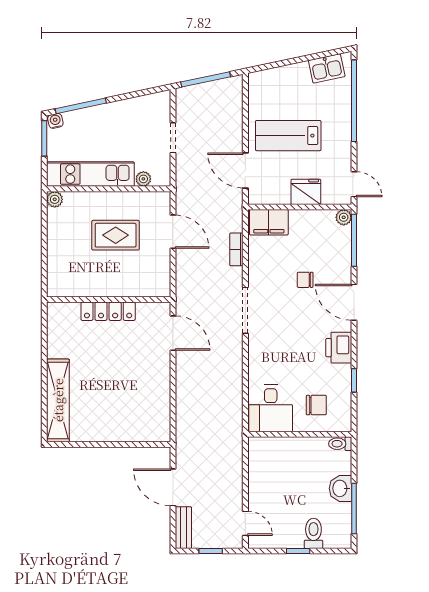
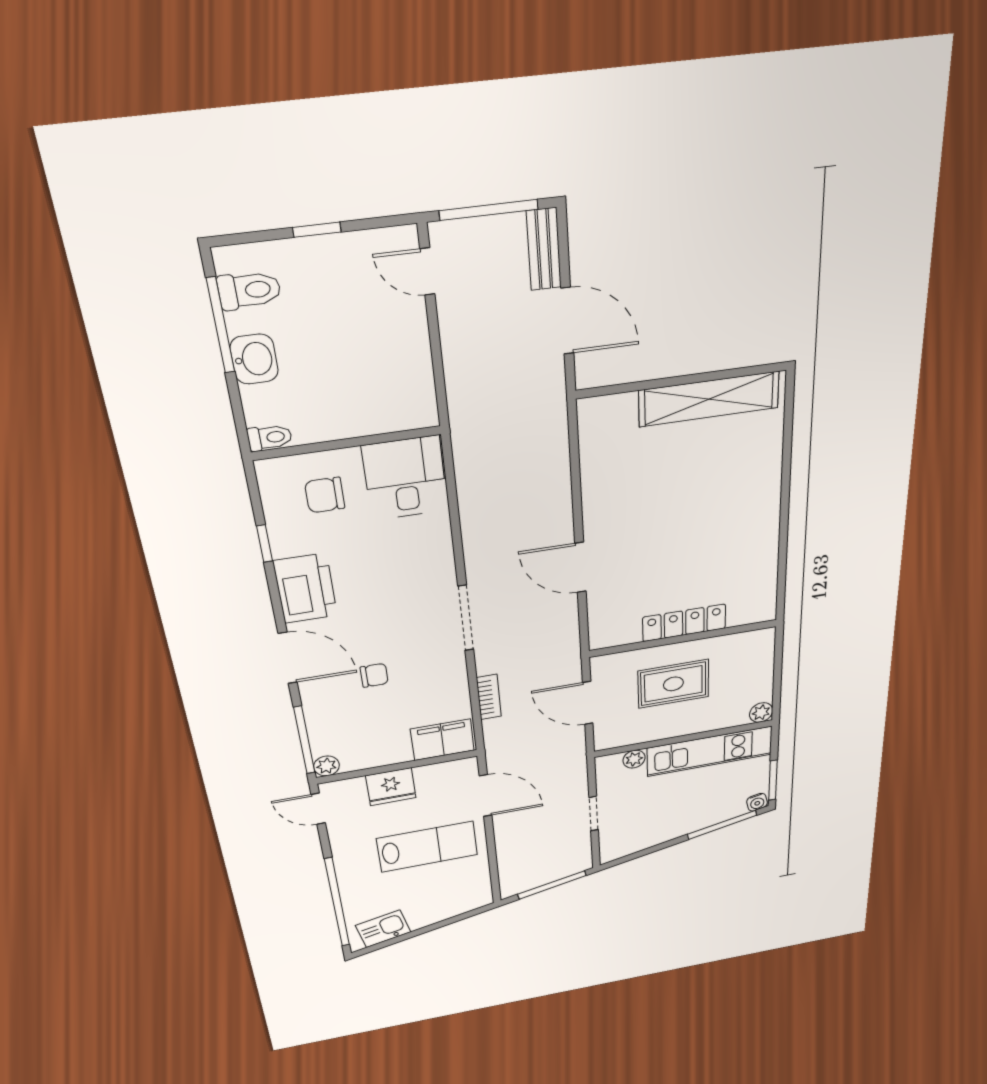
wall: (109, 299) -> (683, 638), moved
locker: (108, 311) -> (684, 623), moved
printer: (339, 348) -> (305, 588), width x1.37, depth x1.19
shelving: (58, 400) -> (709, 399), moved, turned 90
toilet: (313, 533) -> (249, 290), moved, turned -90
window: (211, 551) -> (489, 210), width x2.17

